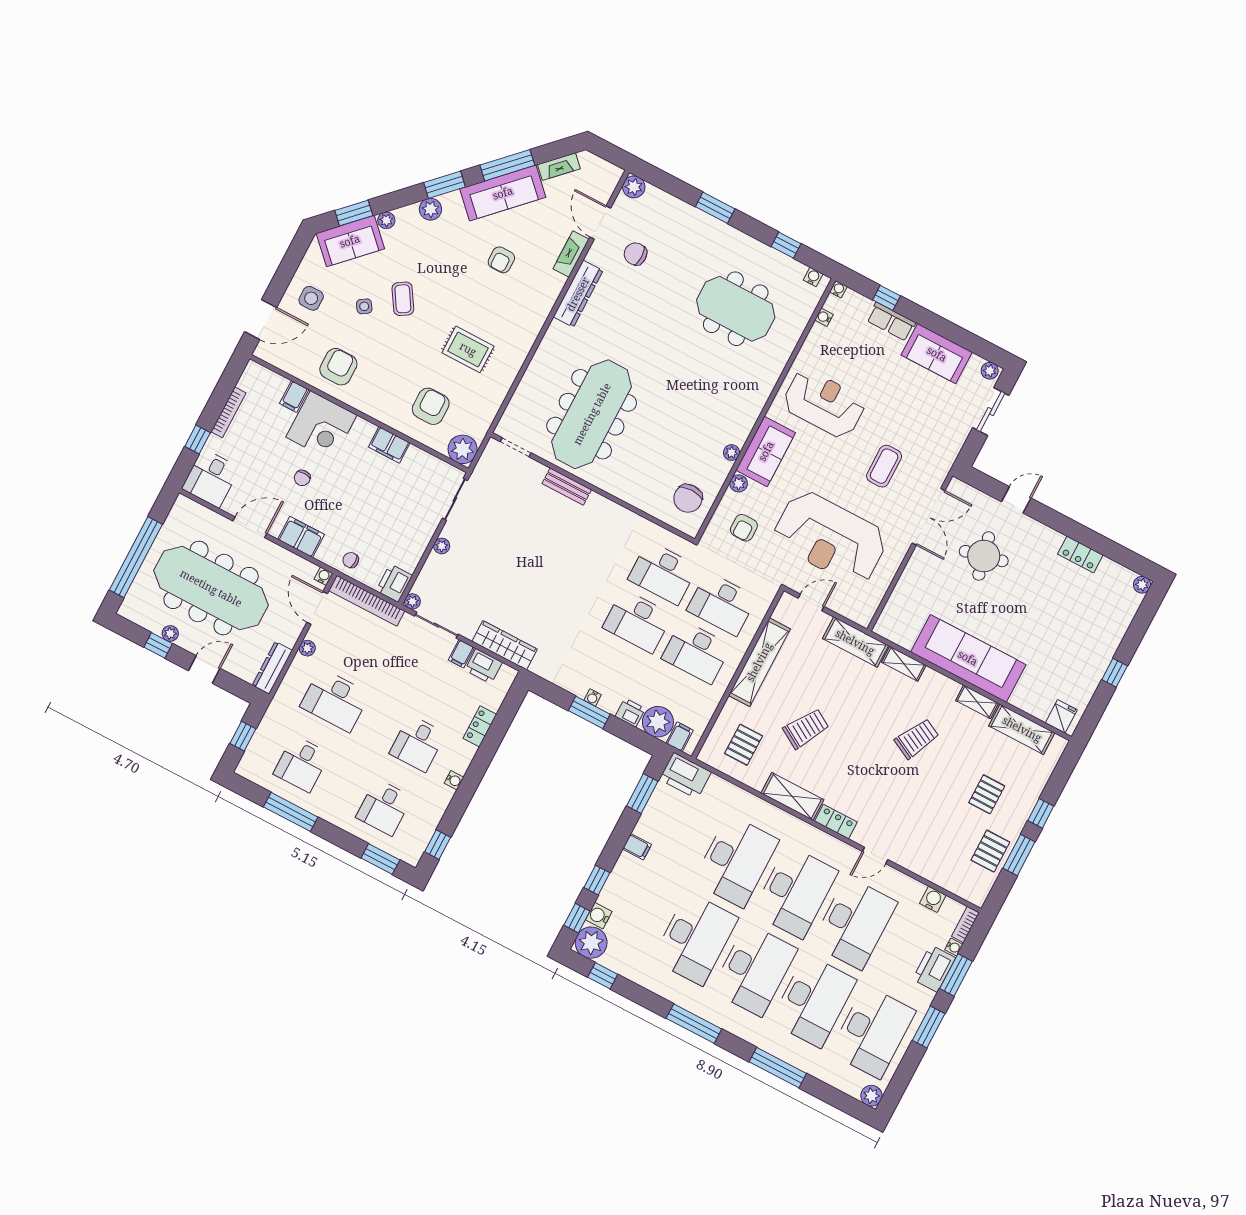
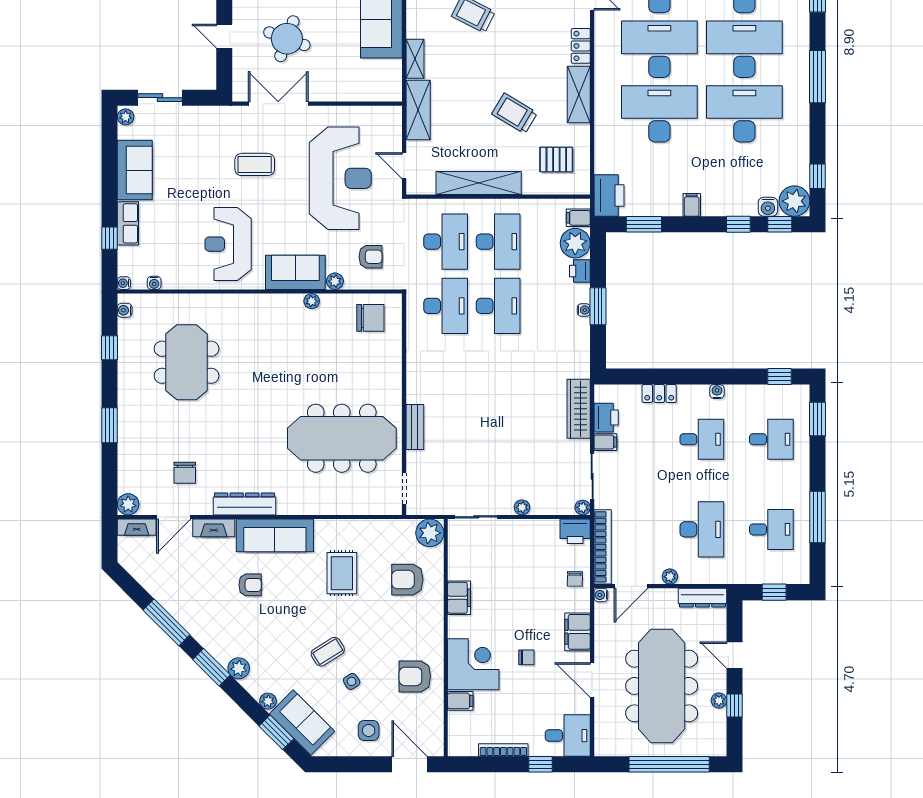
fireplace: (559, 167) -> (137, 527), moved, turned 135
sofa: (503, 193) -> (275, 535), moved, turned 135
round table: (984, 556) -> (287, 39), turned 33

